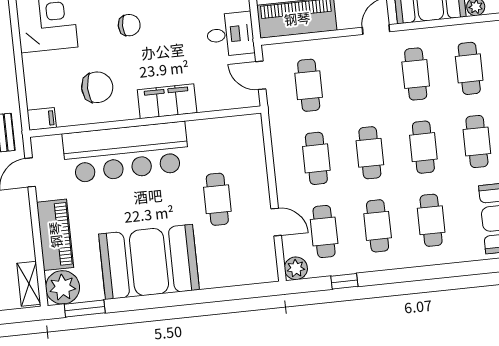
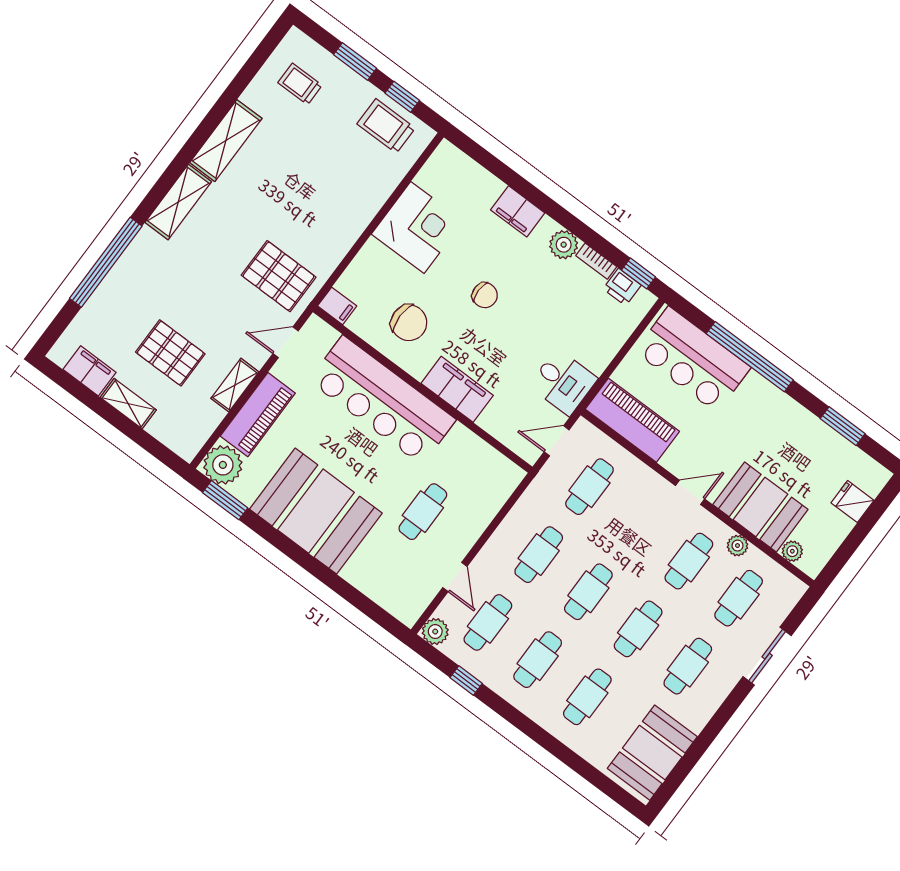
plant: (438, 36) -> (737, 546), added
door: (261, 75) -> (557, 441), hinge flipped
shelving: (29, 284) -> (235, 385), moved

